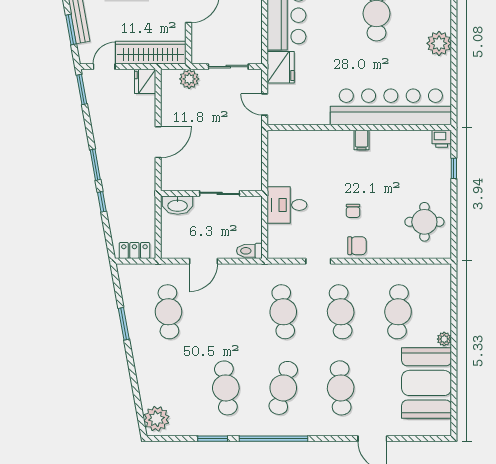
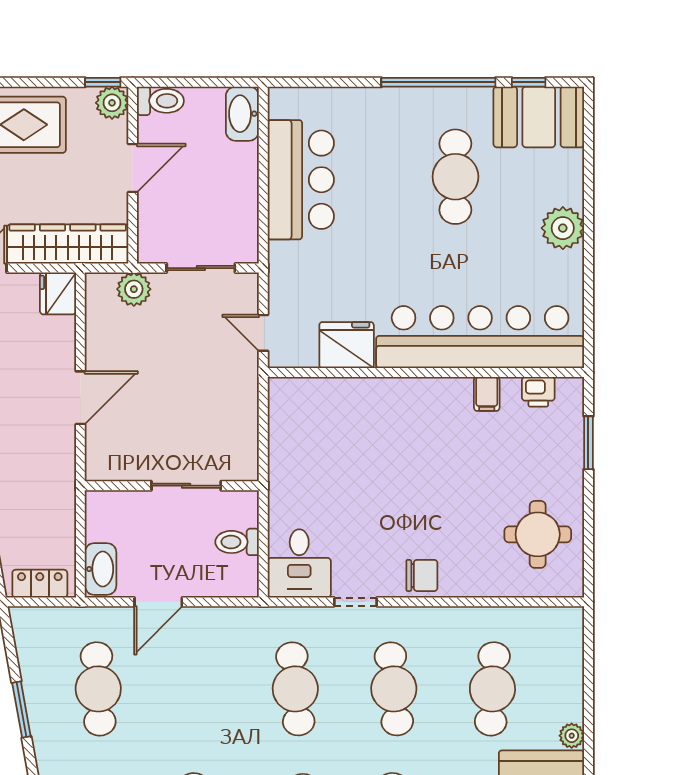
fridge: (281, 67) -> (347, 345), moved, turned -90
printer: (442, 139) -> (538, 392), moved
filing cabinet: (361, 140) -> (487, 394), moved
window: (454, 168) -> (588, 443), width x1.50
washbasin: (178, 205) -> (101, 569), moved, turned -90
desk: (287, 205) -> (299, 563), moved, turned -90
chair: (353, 211) -> (415, 516), removed
toilet: (249, 251) -> (237, 542), moved

